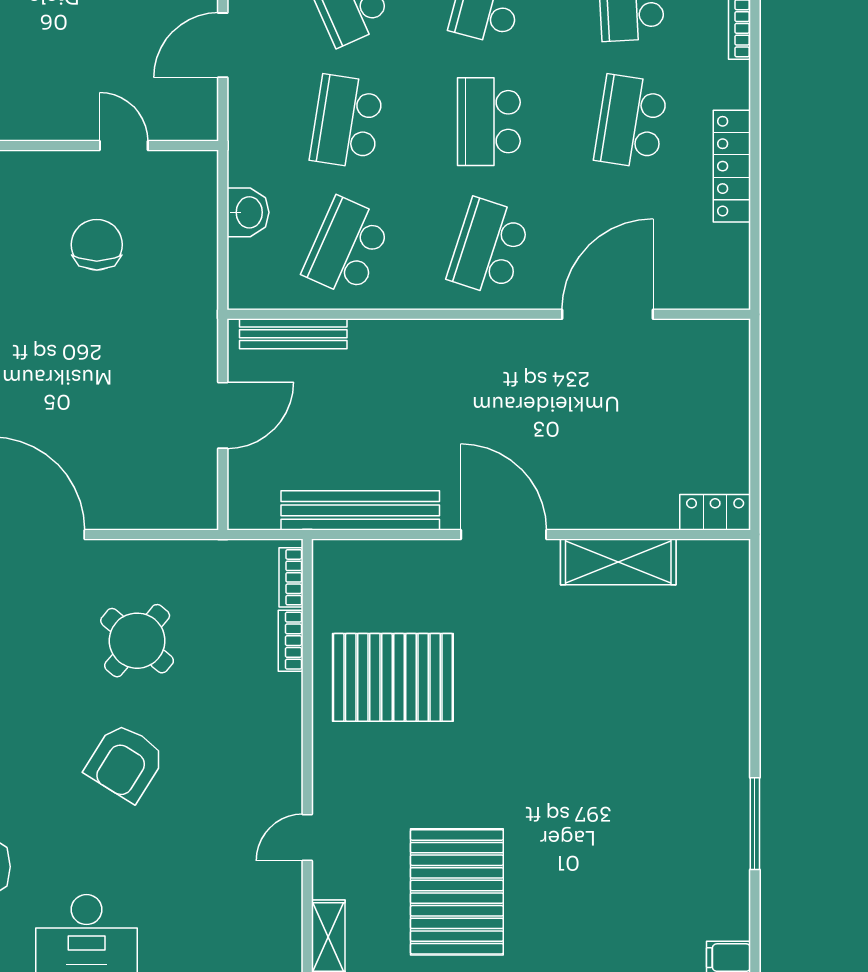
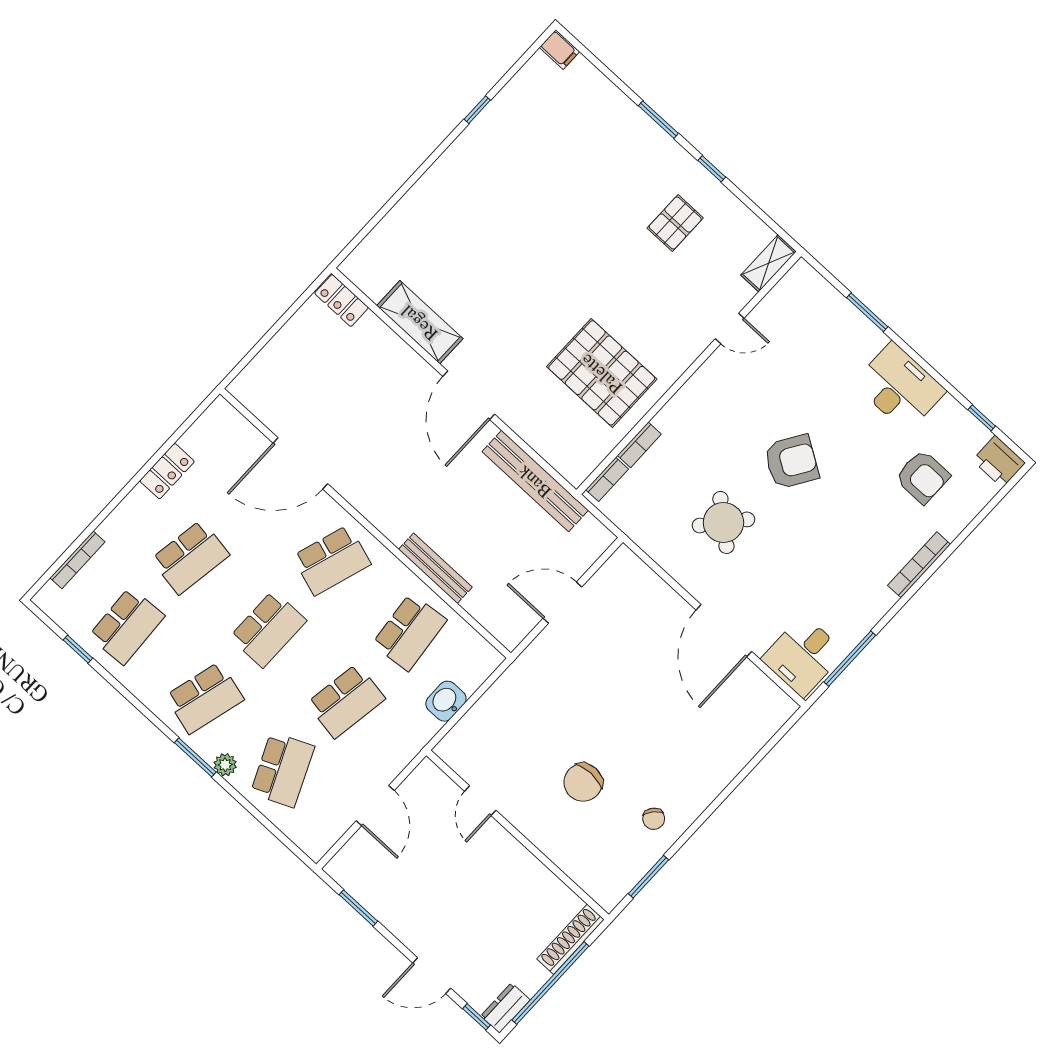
door: (223, 45) -> (375, 806), hinge flipped
locker: (732, 166) -> (167, 471), width x0.66
chair: (97, 245) -> (583, 782), moved
school desk: (347, 247) -> (409, 632), turned -30
bench: (293, 334) -> (435, 568), moved
window: (755, 824) -> (477, 110), width x0.46
pallet: (457, 892) -> (675, 223), width x0.49, depth x0.50

